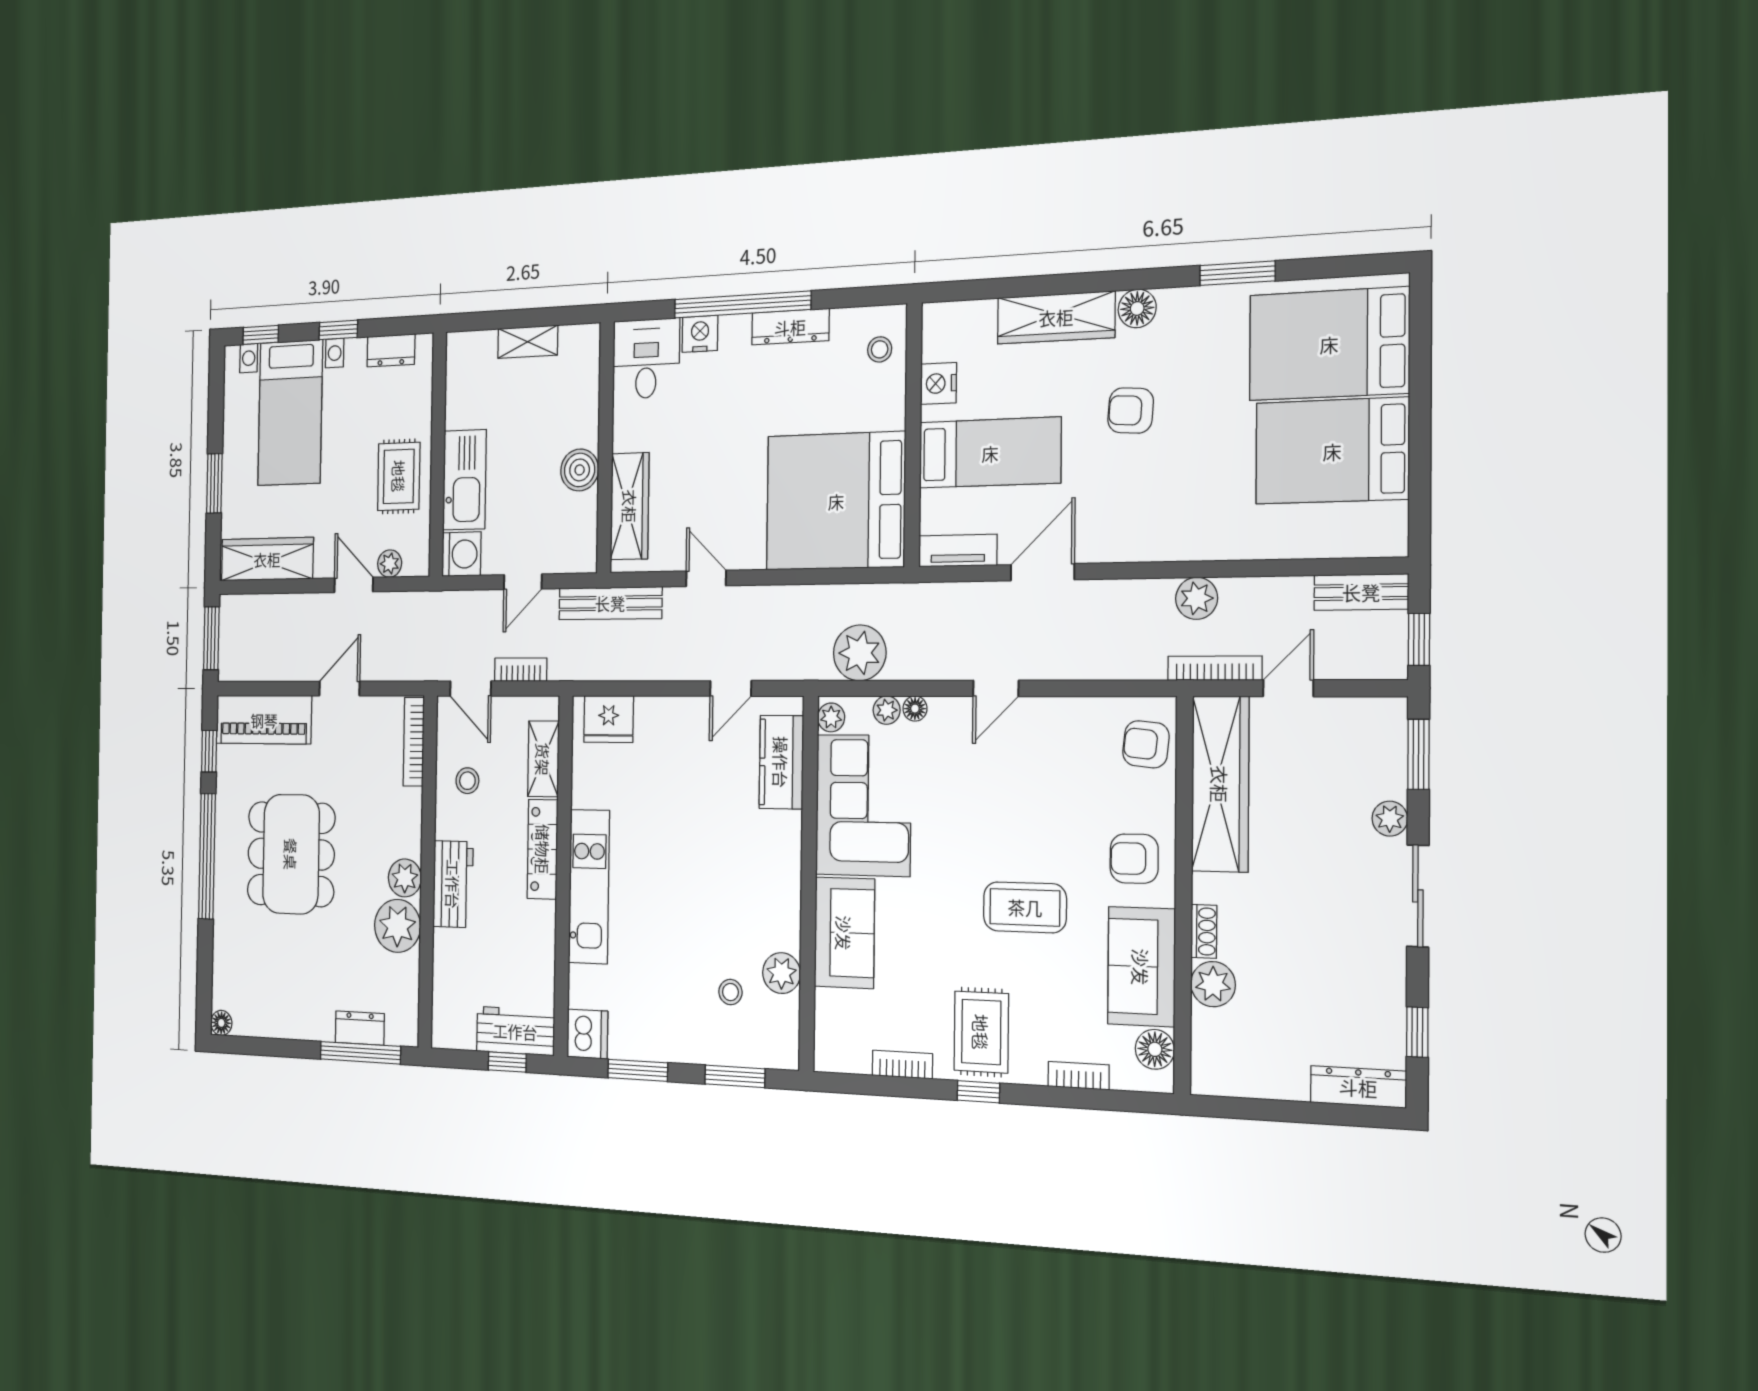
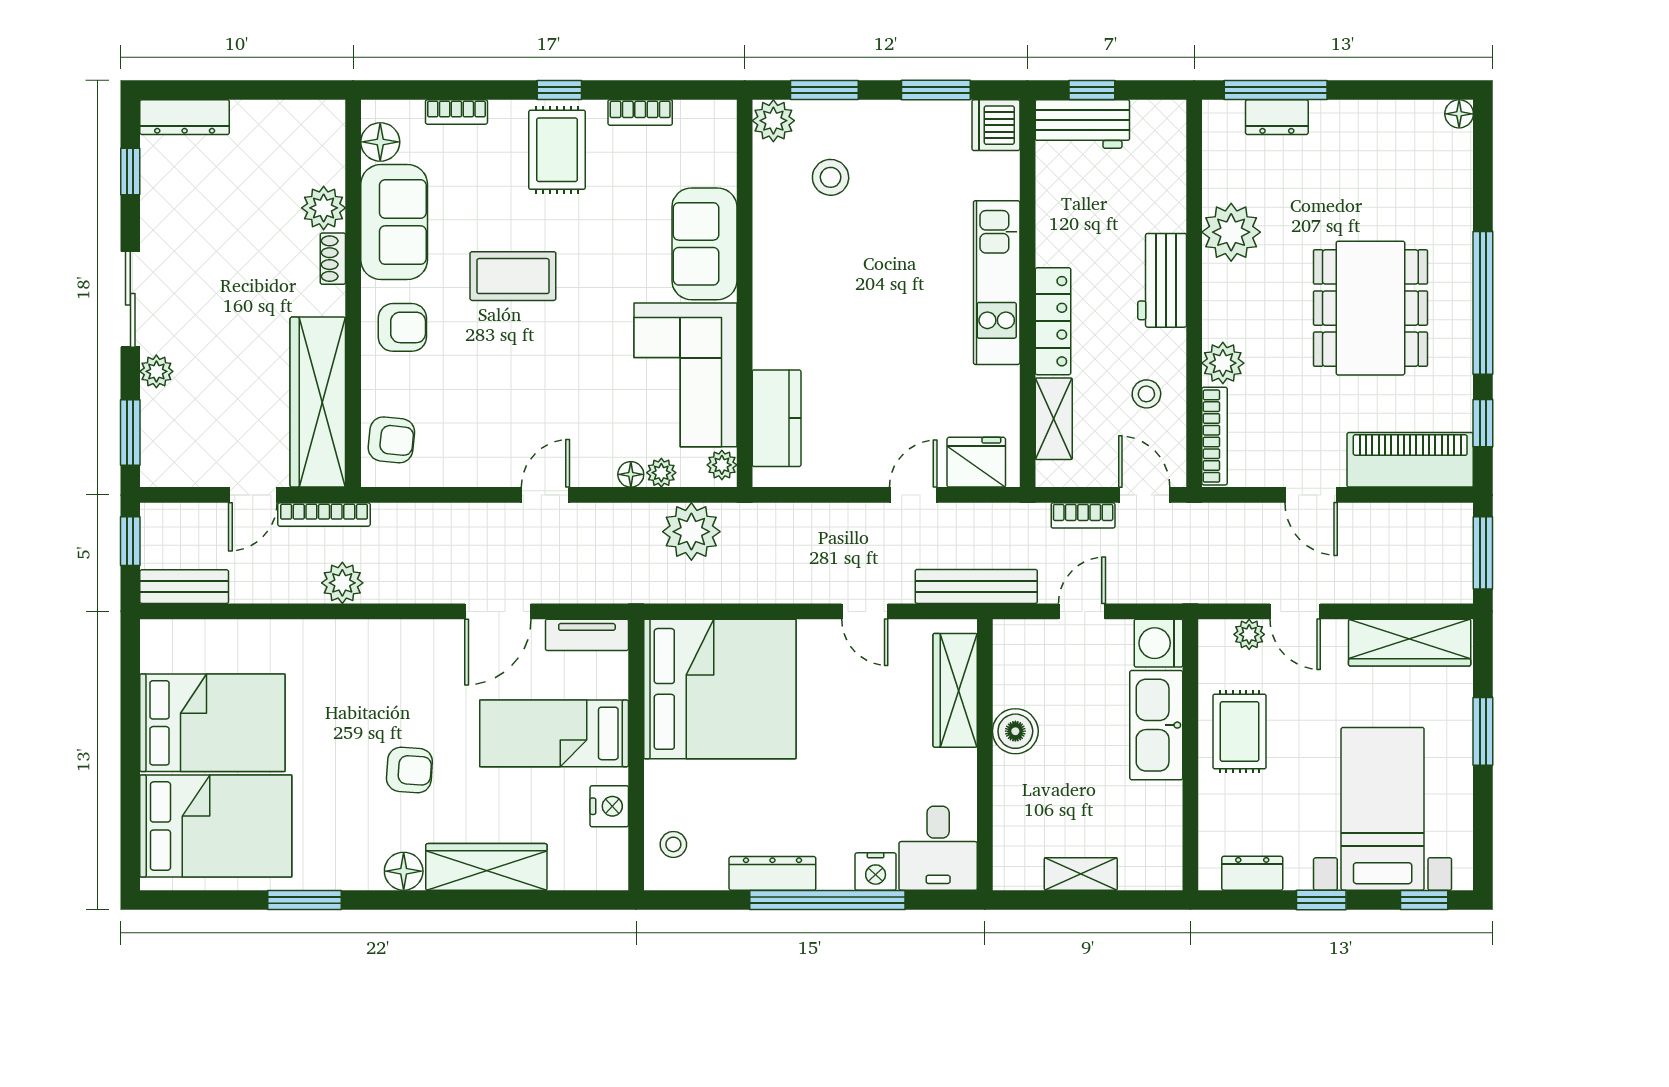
door: (731, 688) -> (913, 495), moved
door: (339, 689) -> (1311, 495), hinge flipped
plant: (405, 878) -> (1223, 363), moved
plant: (782, 973) -> (773, 121), moved
stool: (730, 992) -> (831, 177), width x1.37, depth x1.37

